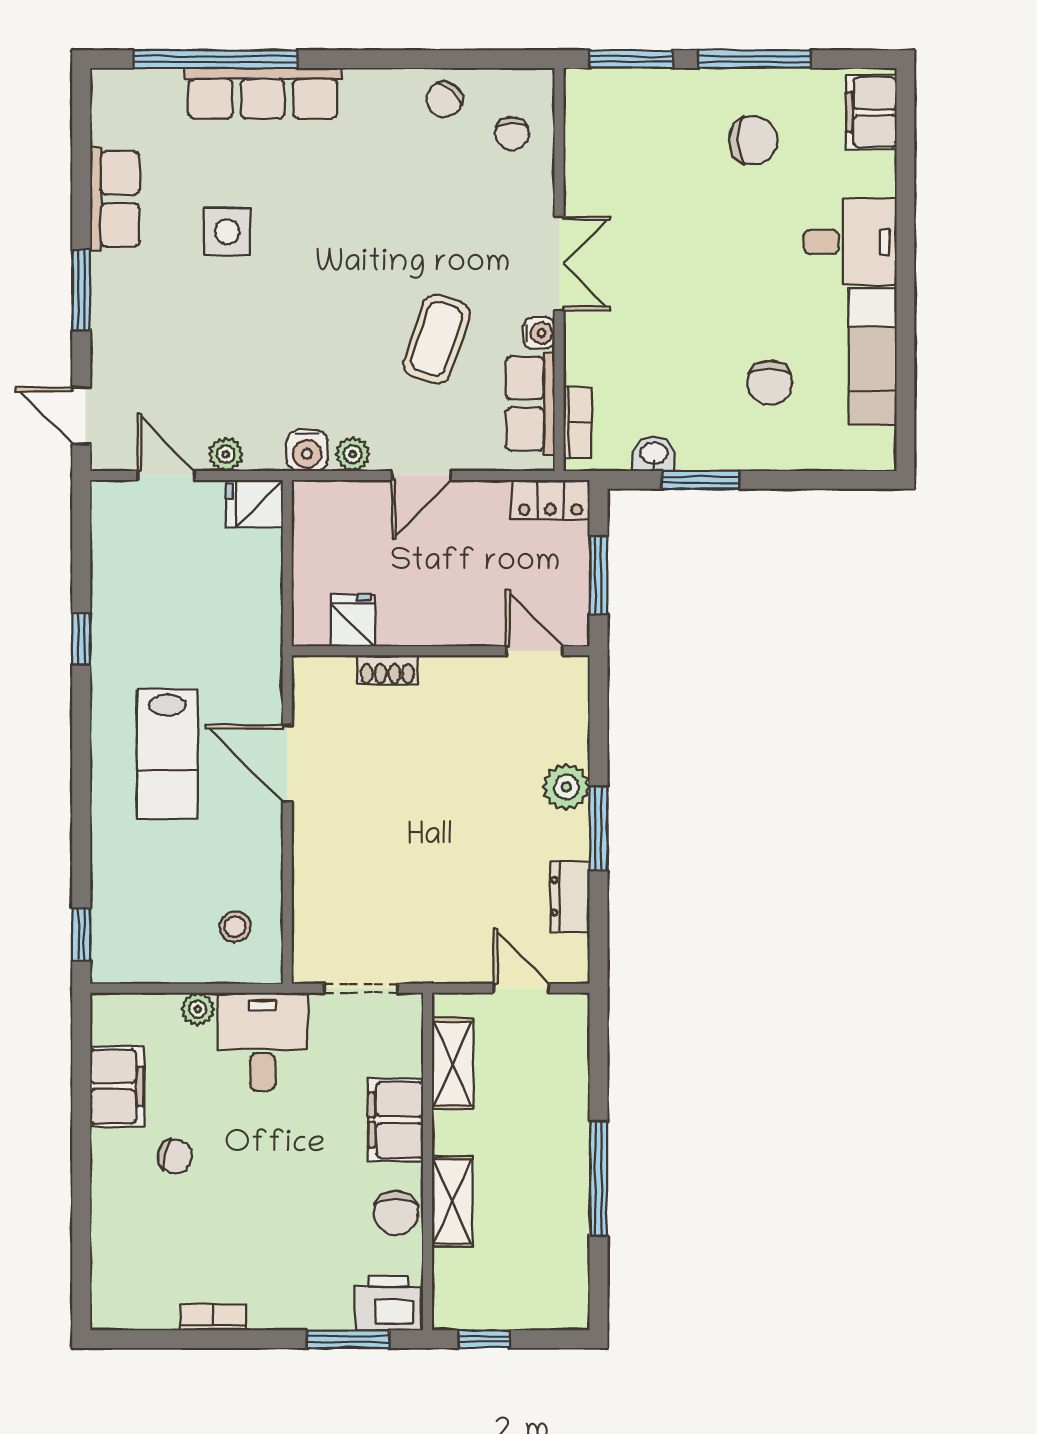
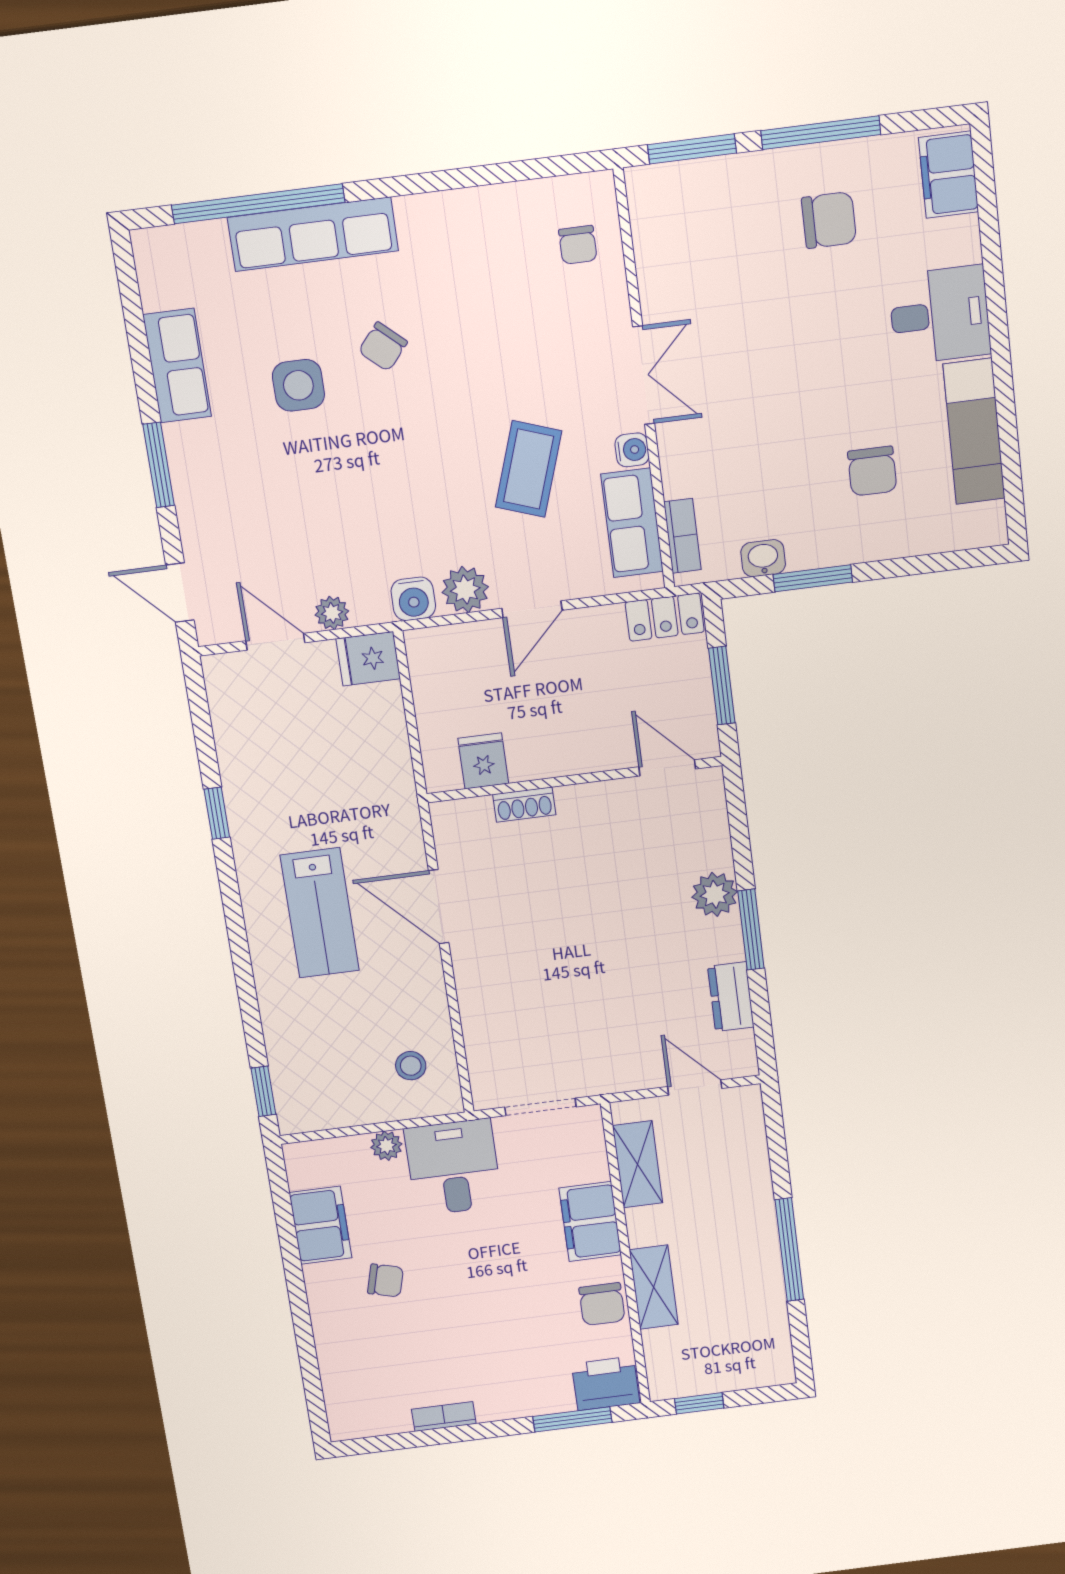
chair: (444, 99) -> (383, 347), moved
plant: (353, 454) -> (465, 590), width x1.38, depth x1.38

